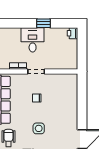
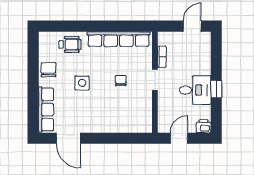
desk: (33, 40) -> (195, 90), moved
door: (82, 52) -> (179, 138), added

